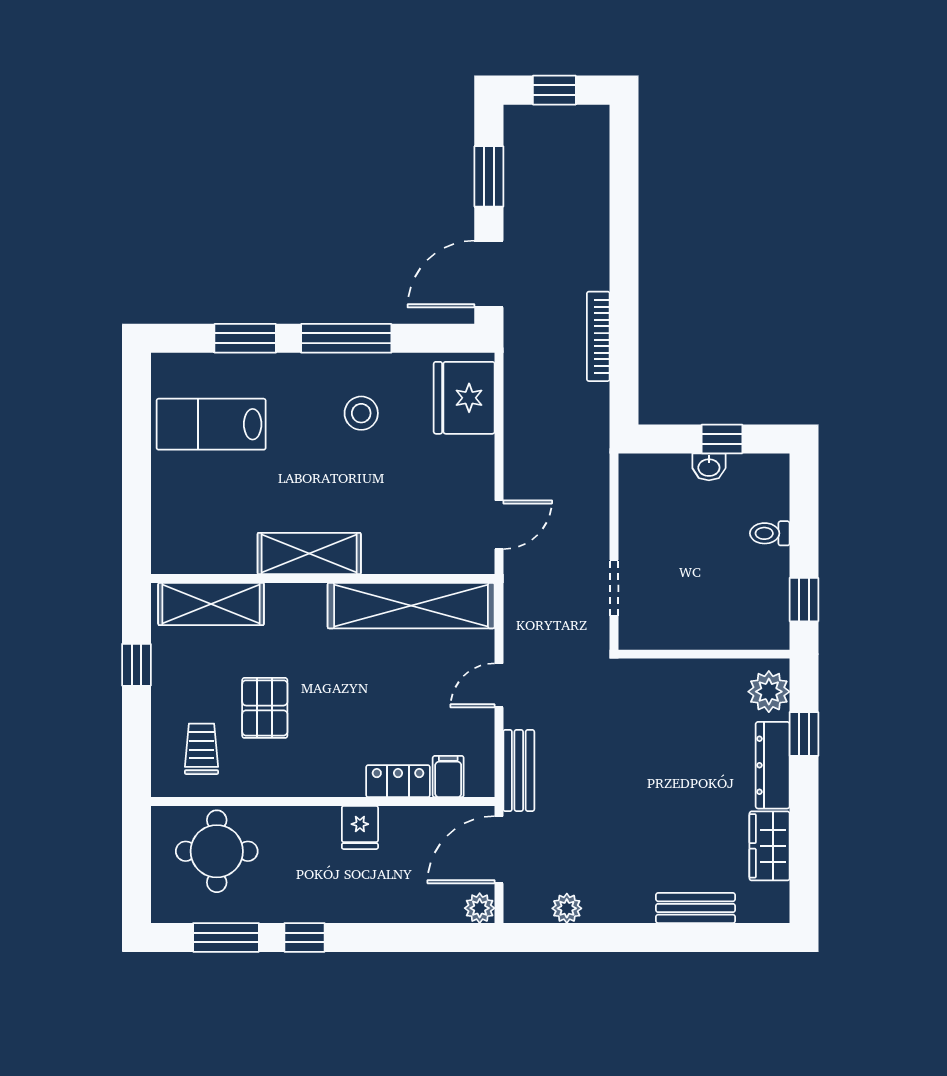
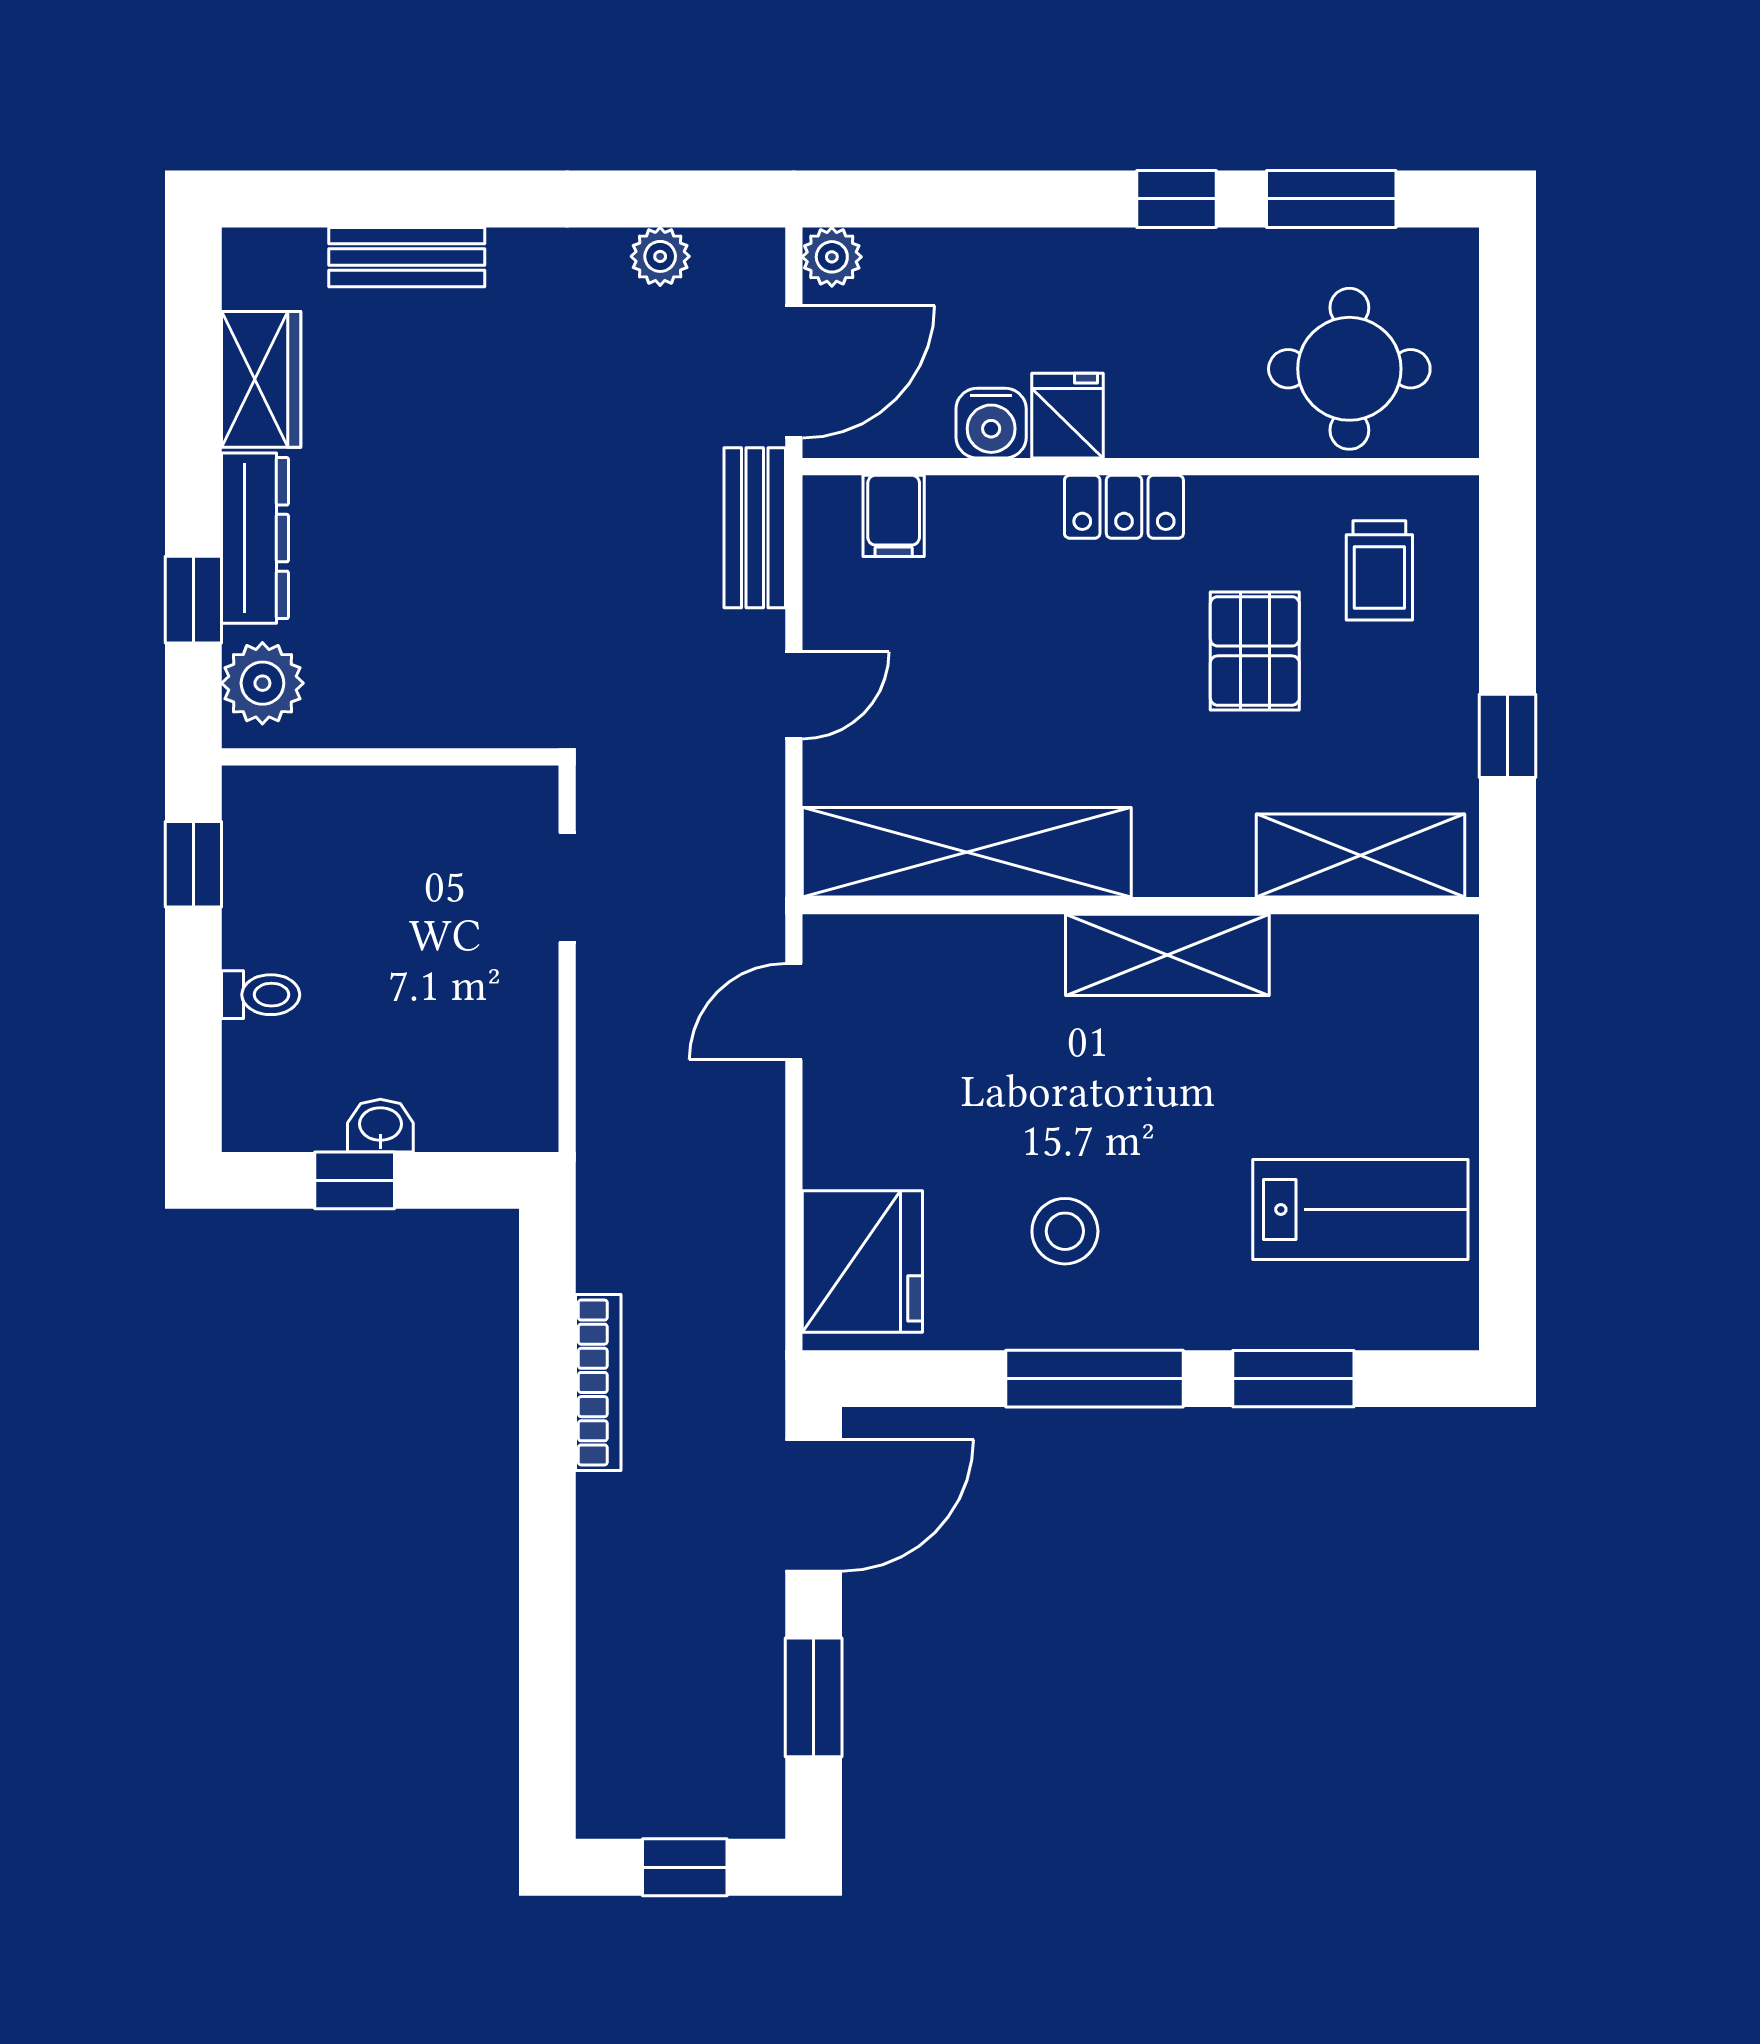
locker: (398, 781) -> (1124, 507), moved
water cooler: (399, 824) -> (991, 423), added

